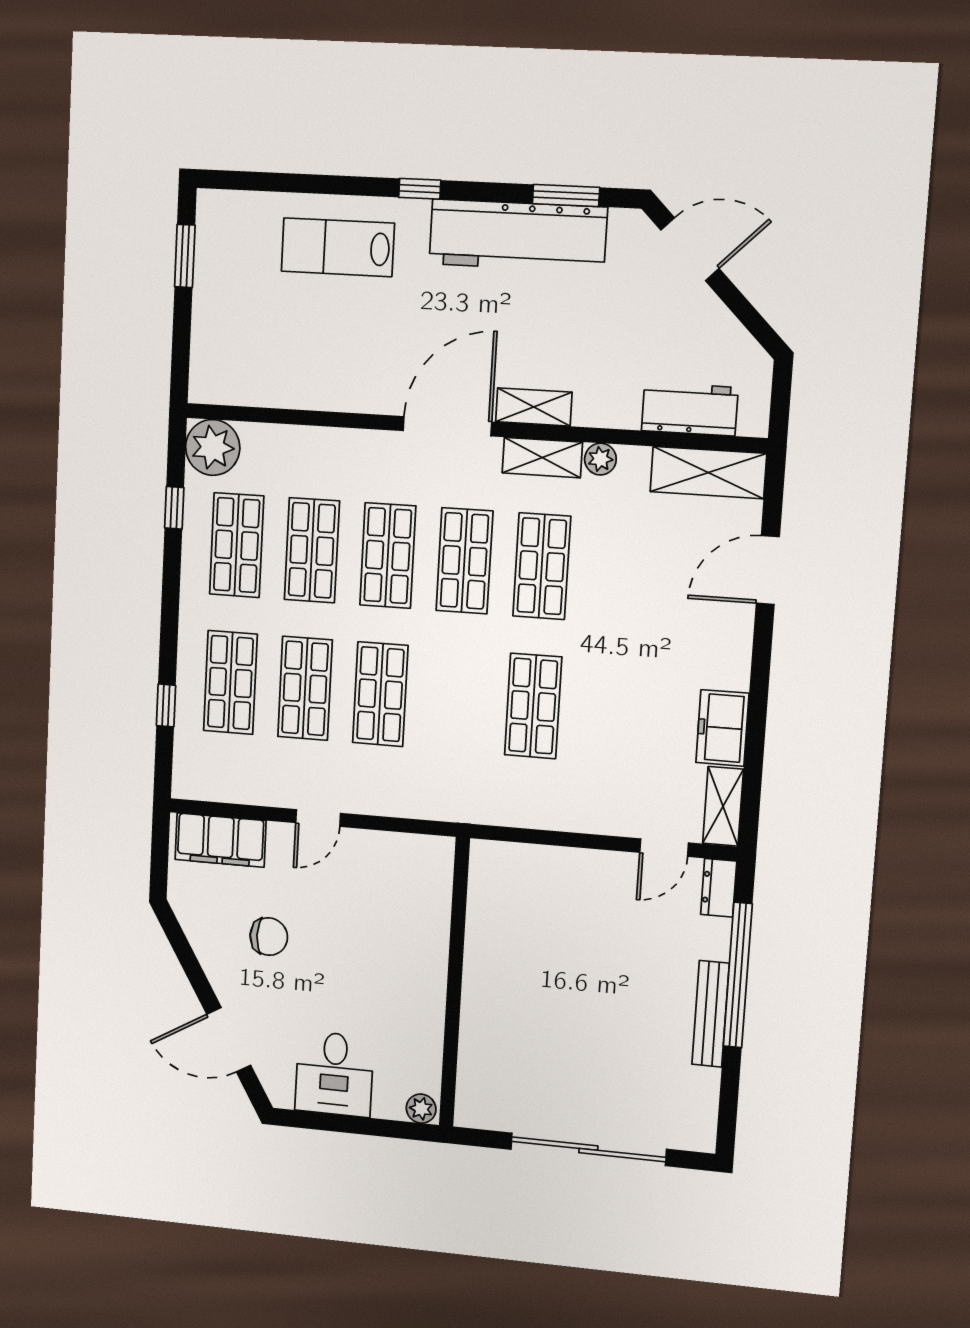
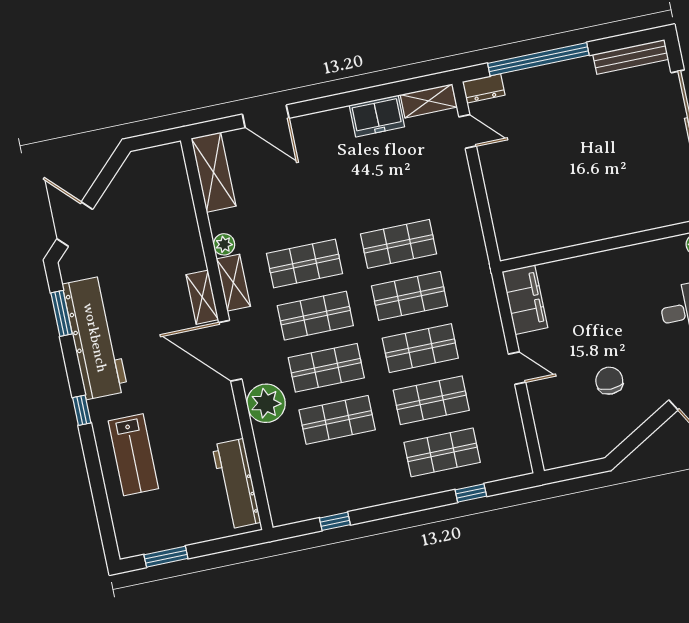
workbench: (690, 409) -> (236, 484), moved, width x1.38
plant: (213, 447) -> (266, 403), moved
shop shelf: (237, 545) -> (409, 296), moved
filing cabinet: (221, 840) -> (525, 300), moved
bench: (711, 1014) -> (631, 57), moved

